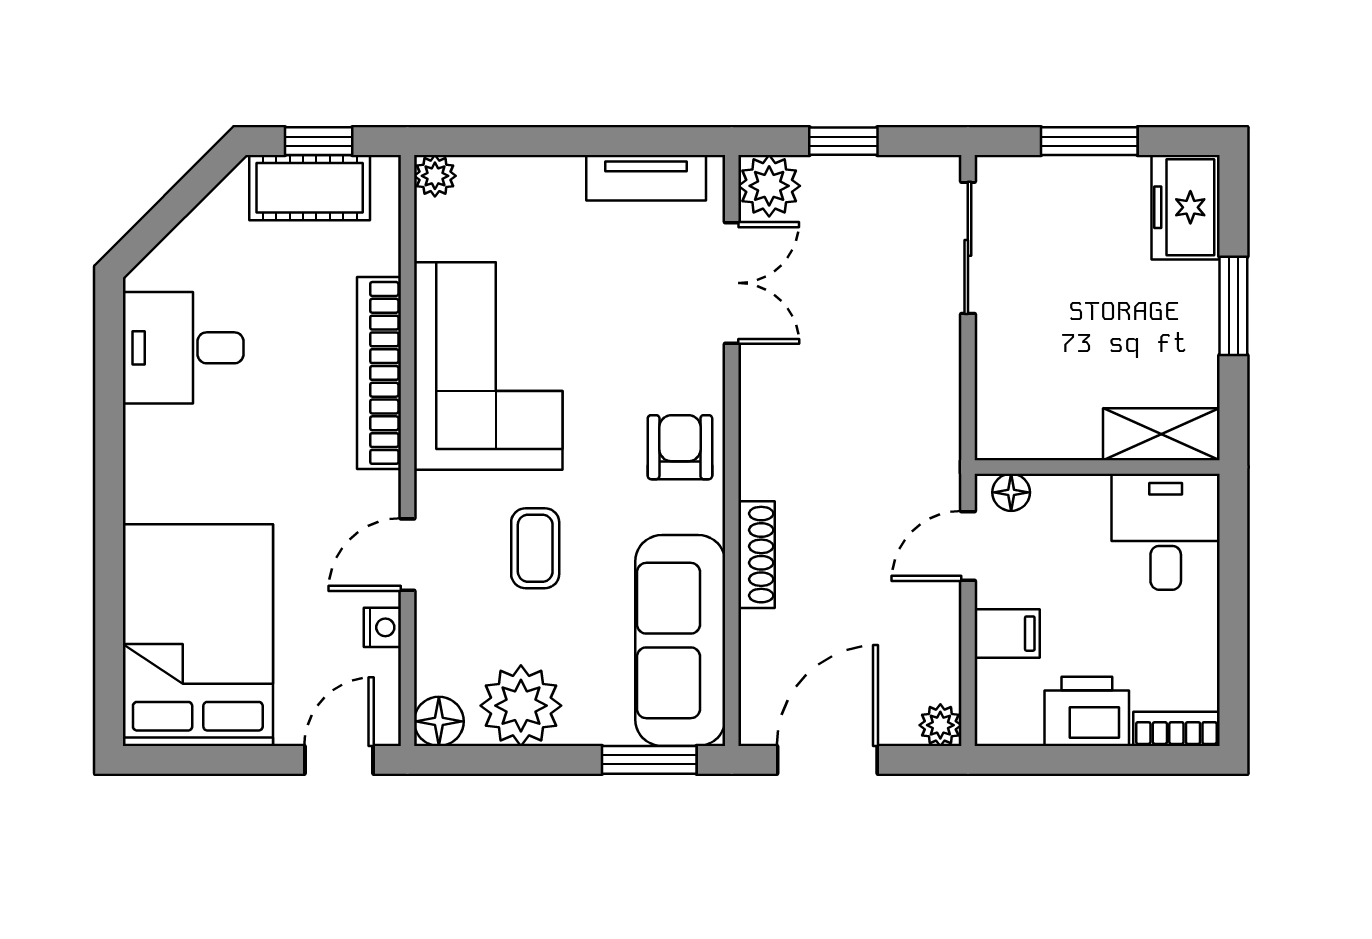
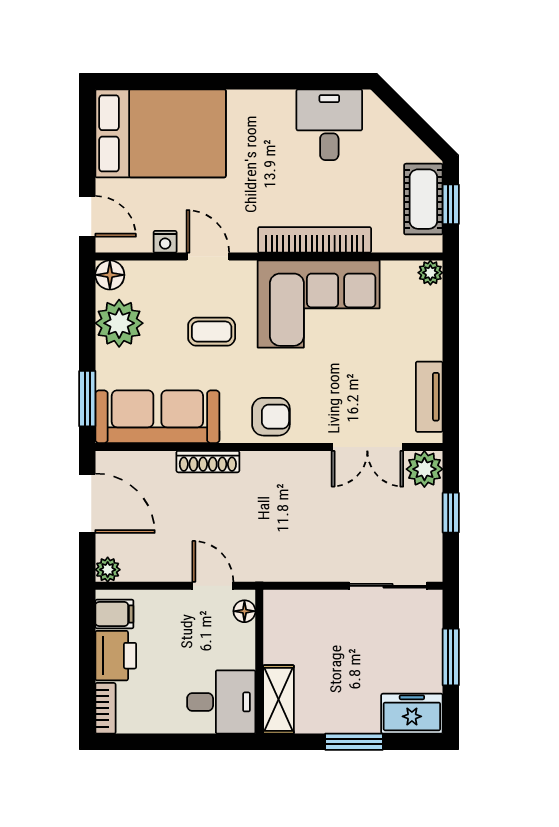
filing cabinet: (1007, 634) -> (114, 614), moved, turned -90

